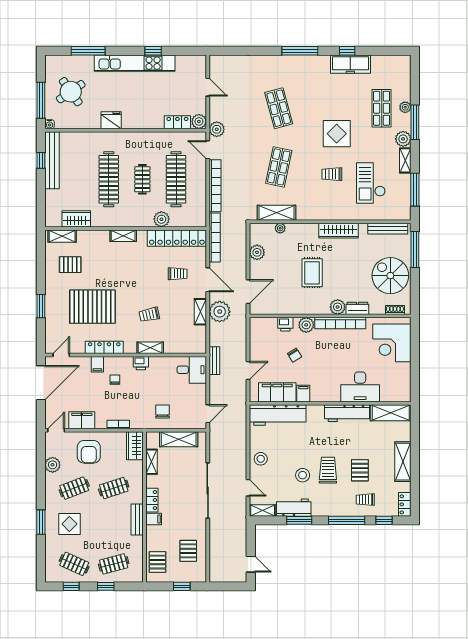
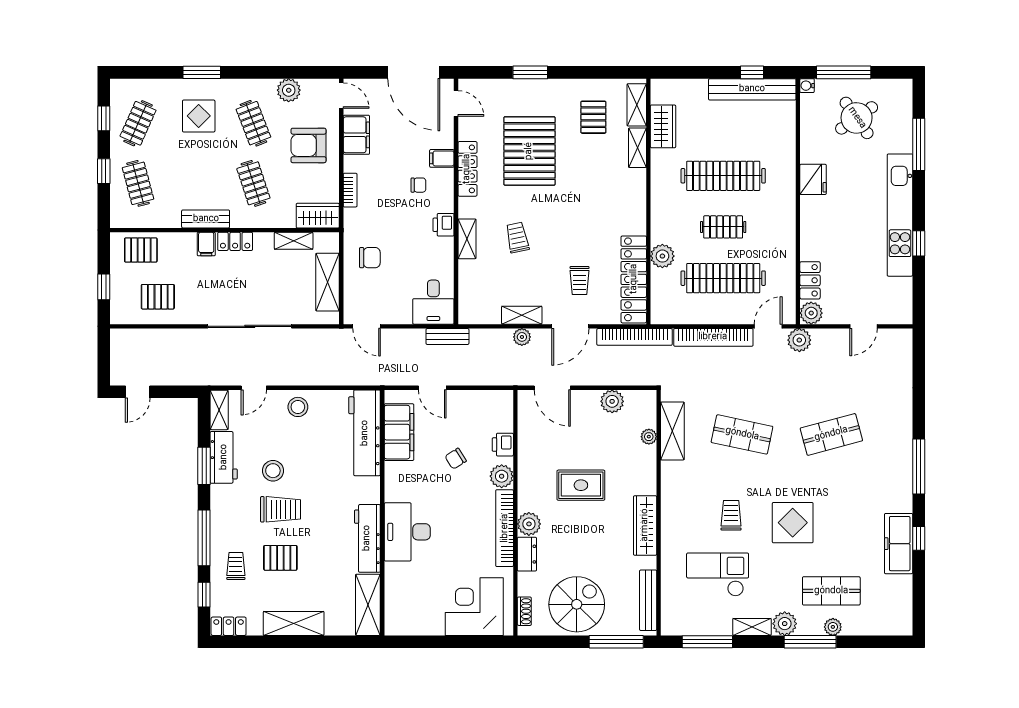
shelving: (123, 236) -> (637, 148), moved
plant: (220, 312) -> (522, 337), width x0.53, depth x0.53
desk: (360, 387) -> (407, 532), moved
filing cabinet: (303, 394) -> (397, 472), removed

